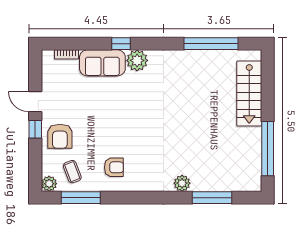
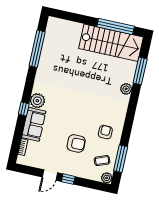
stairs: (249, 94) -> (111, 43), moved, width x1.36, depth x1.51
armchair: (60, 136) -> (76, 143), moved

